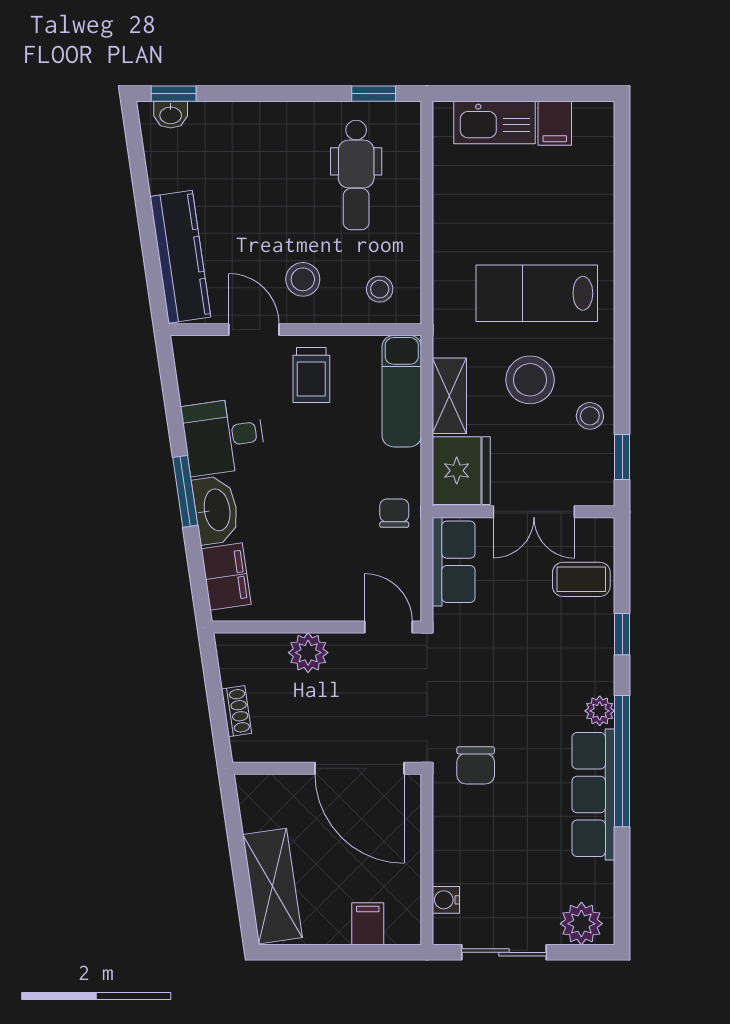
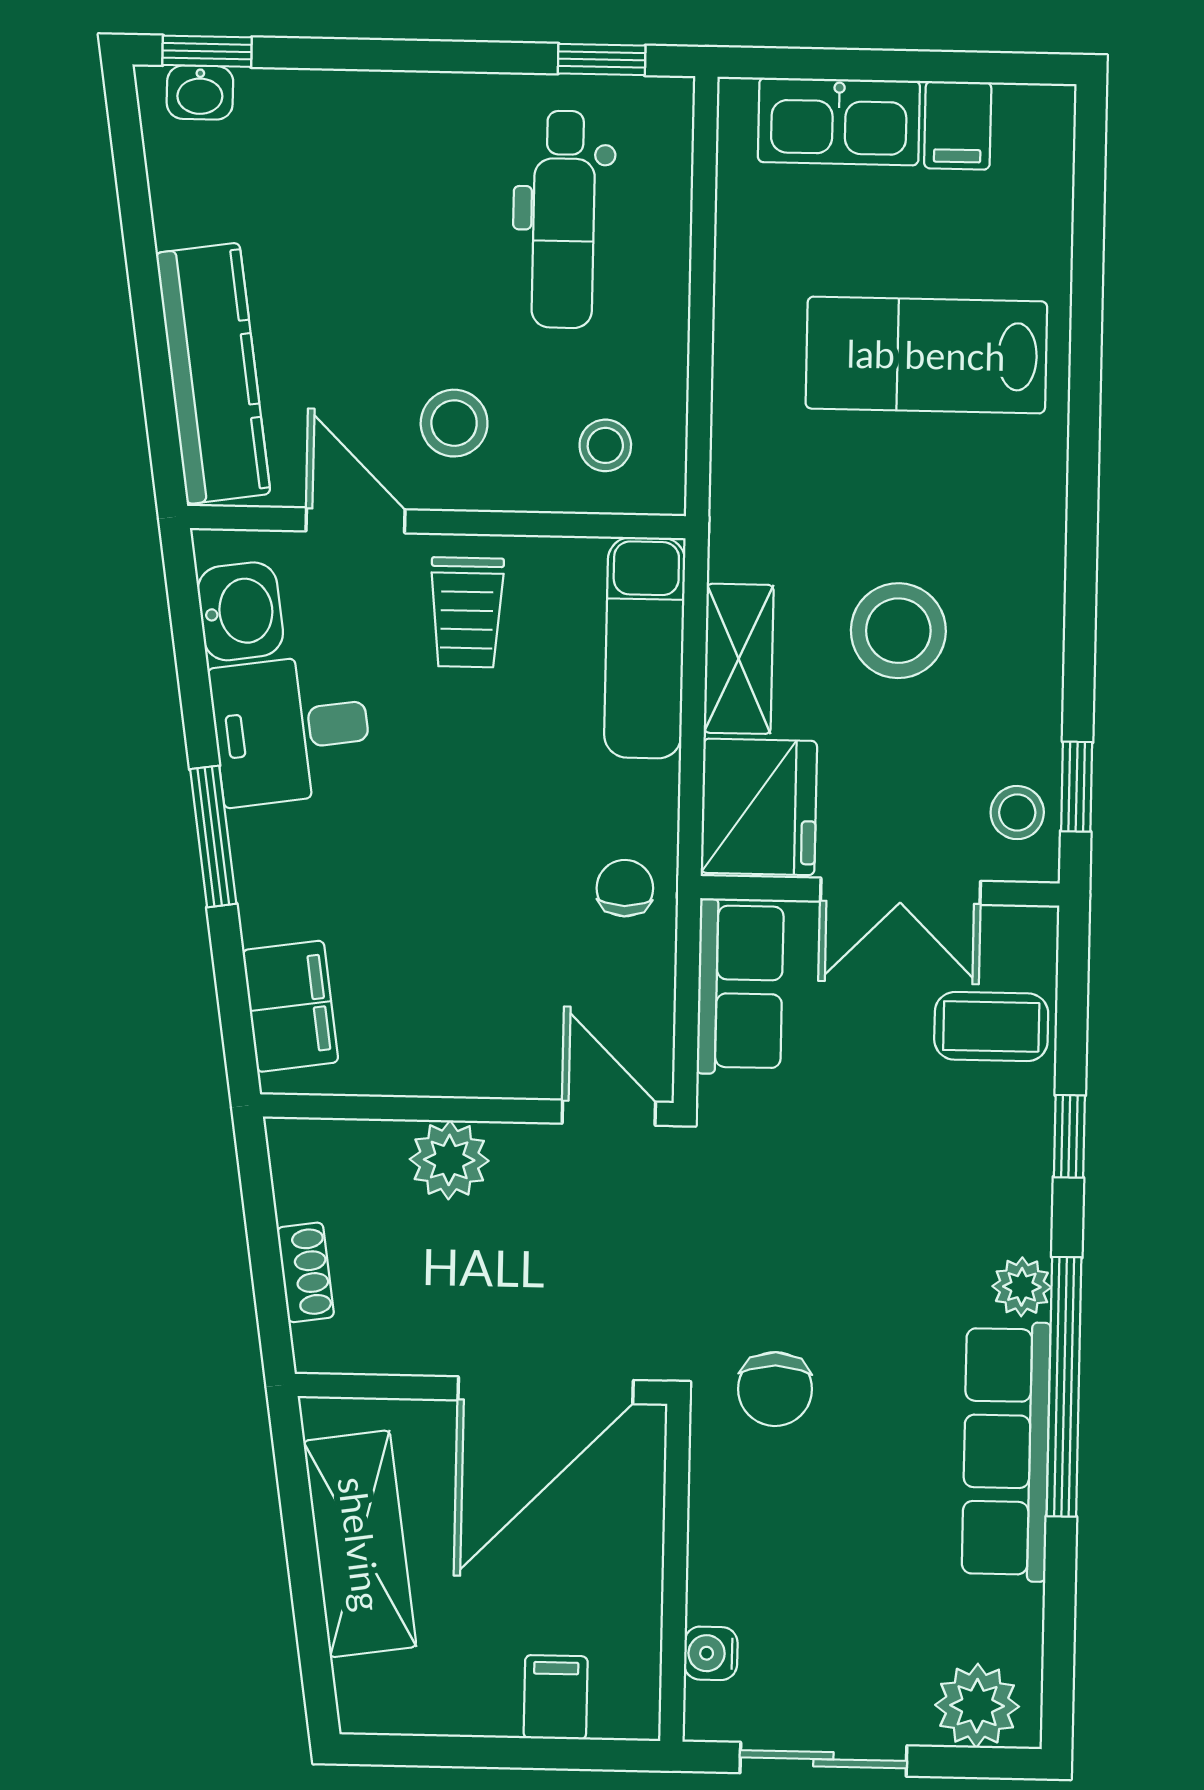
lab bench: (537, 293) -> (926, 355), moved
stool: (590, 416) -> (1017, 813), moved
washbasin: (216, 510) -> (240, 611), moved, width x0.72
door: (359, 768) -> (546, 1390), hinge flipped
shelving: (272, 886) -> (360, 1544), moved

